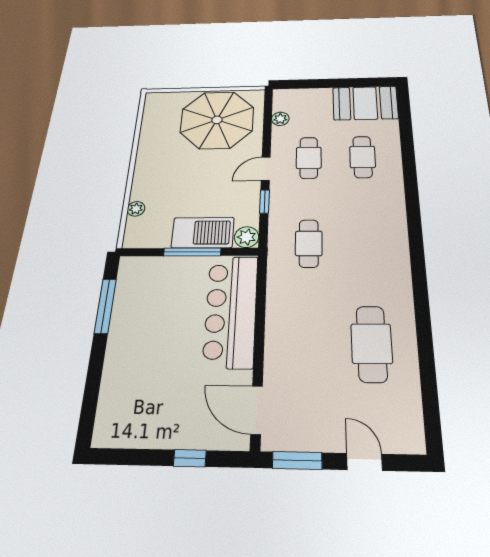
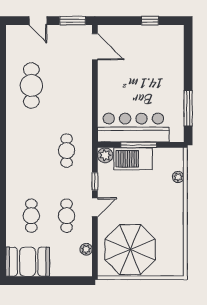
bar counter: (231, 311) -> (133, 128), moved, turned -90
window: (190, 458) -> (150, 21), moved

